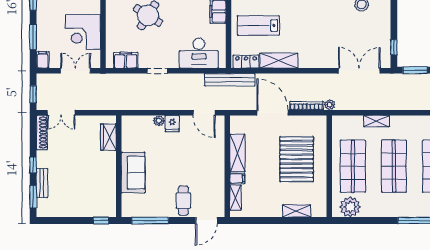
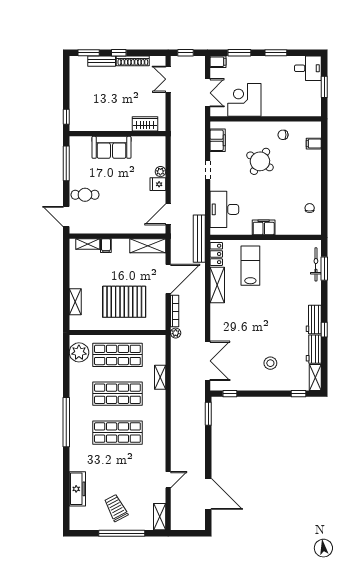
shoe rack: (42, 133) -> (133, 61), moved
shelving: (237, 153) -> (148, 246), moved

